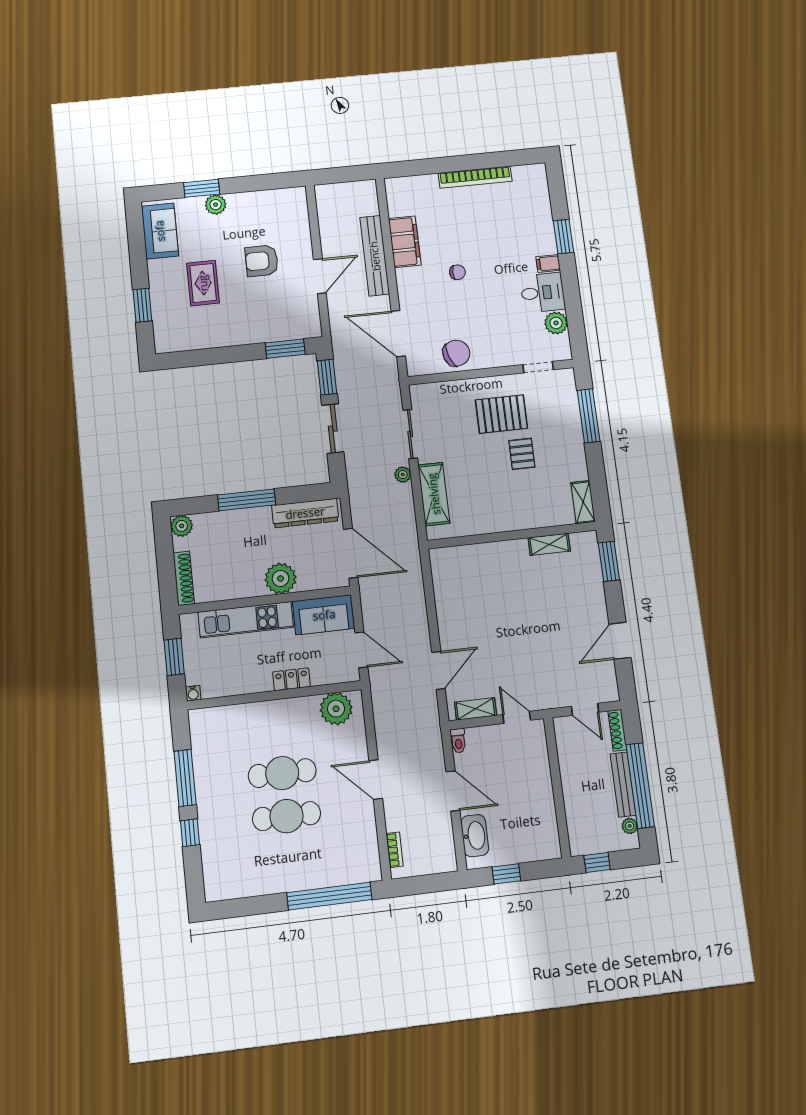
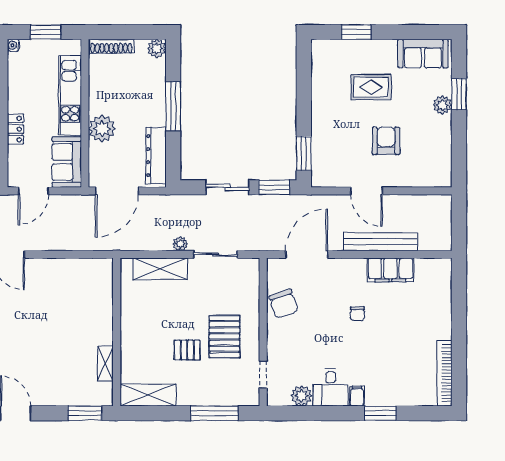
bookcase: (475, 177) -> (444, 373), moved
shelving: (583, 502) -> (148, 395), width x1.50, depth x1.33

